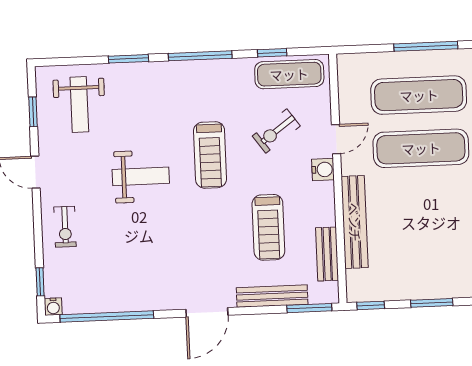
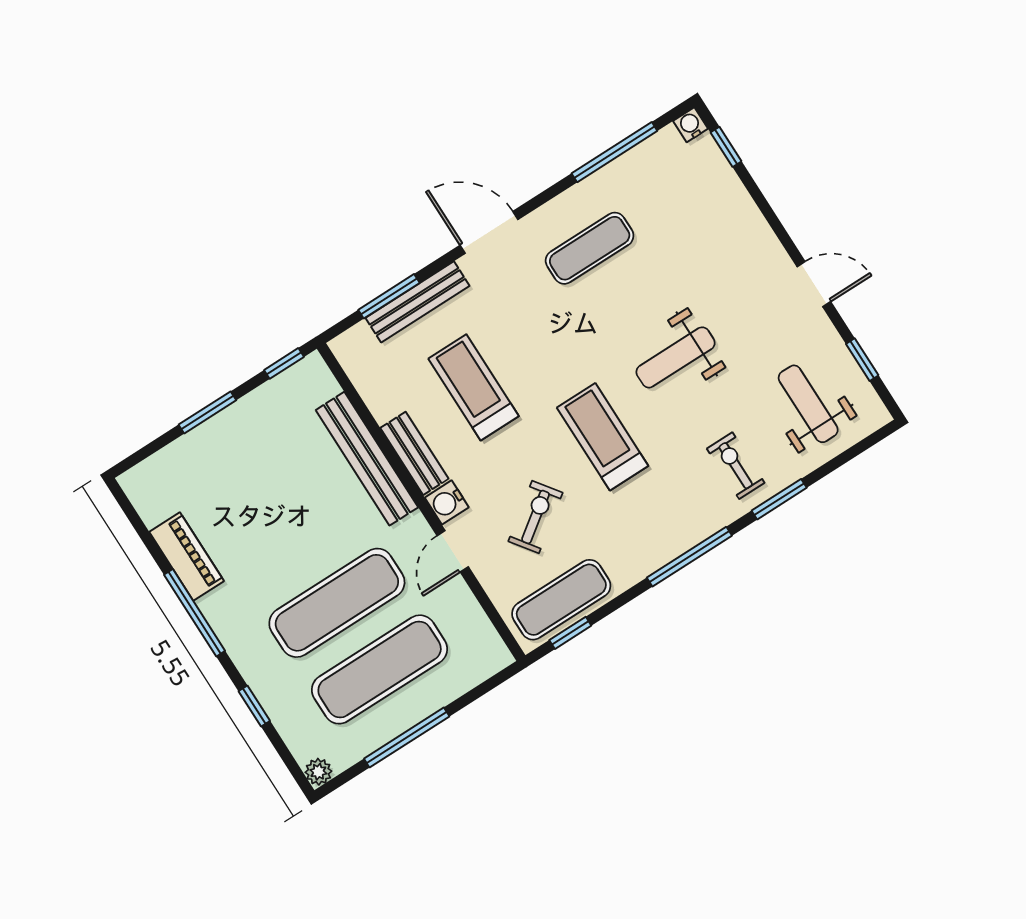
window: (272, 53) -> (570, 633), moved
exercise bike: (65, 227) -> (736, 466), moved
bench: (327, 254) -> (414, 453), moved
exercise mat: (154, 269) -> (590, 248), added
window: (309, 308) -> (389, 296), moved
door: (207, 312) -> (489, 232), hinge flipped
window: (107, 317) -> (614, 152), width x0.68

